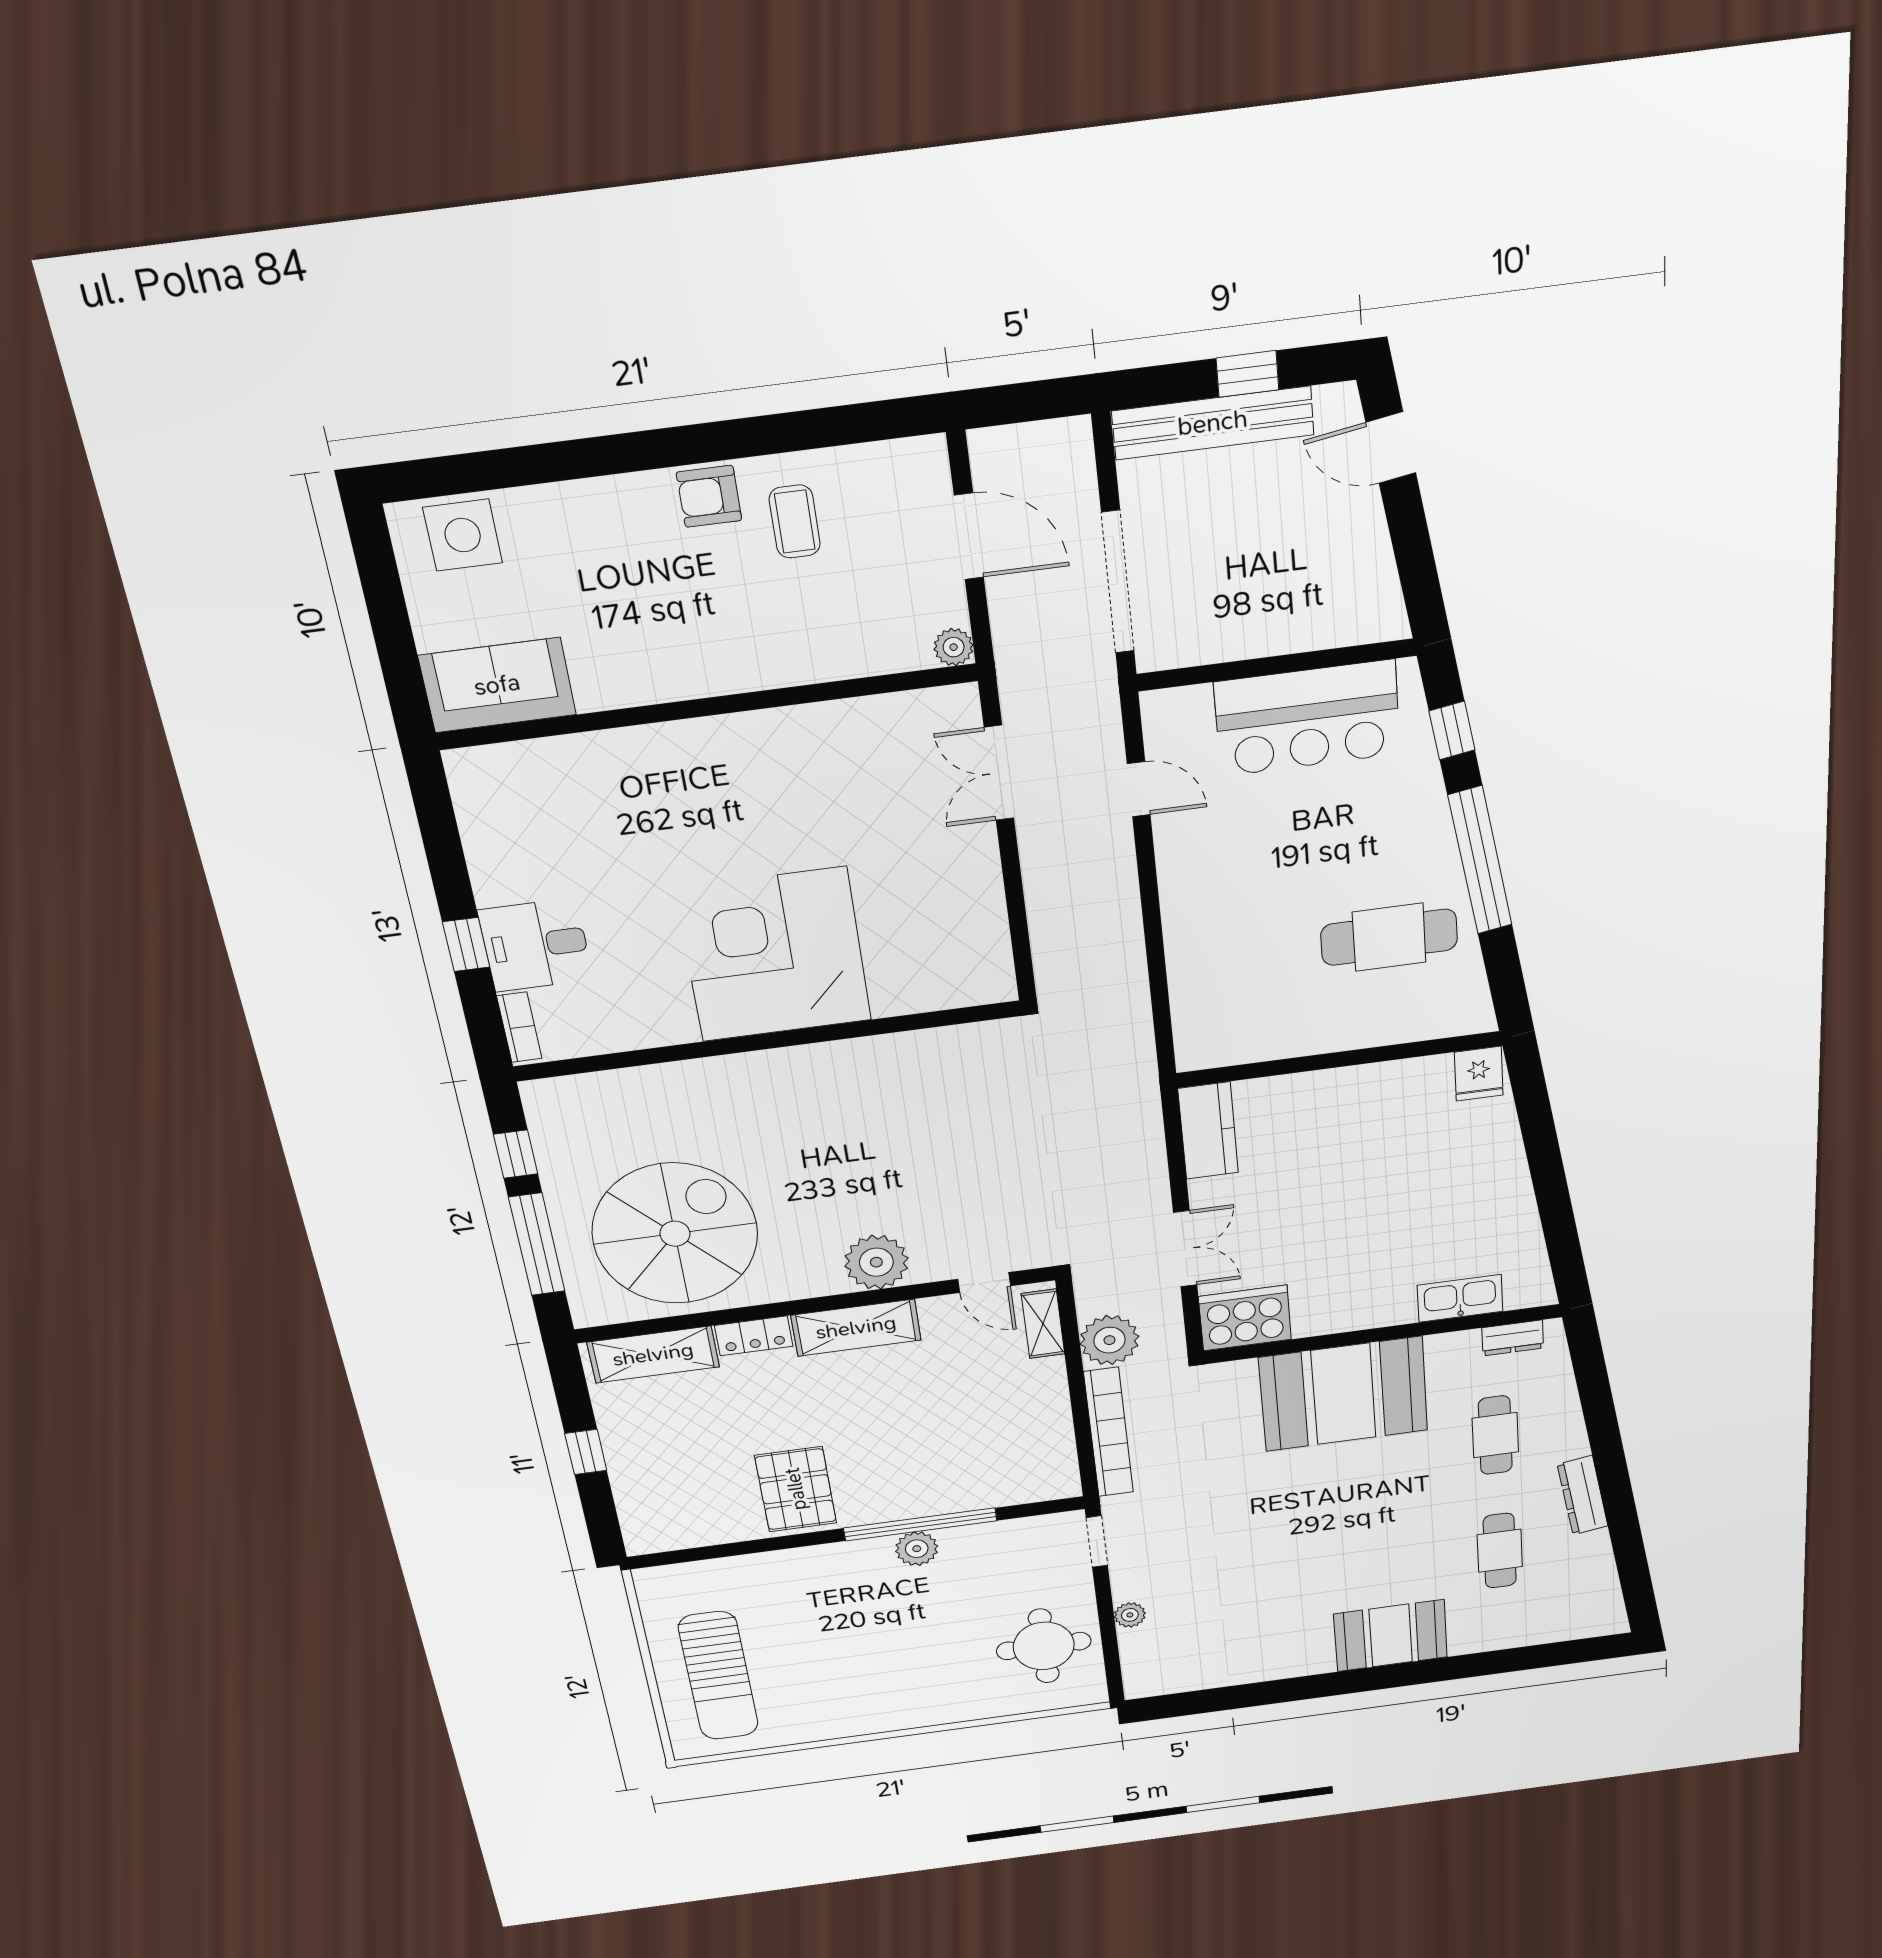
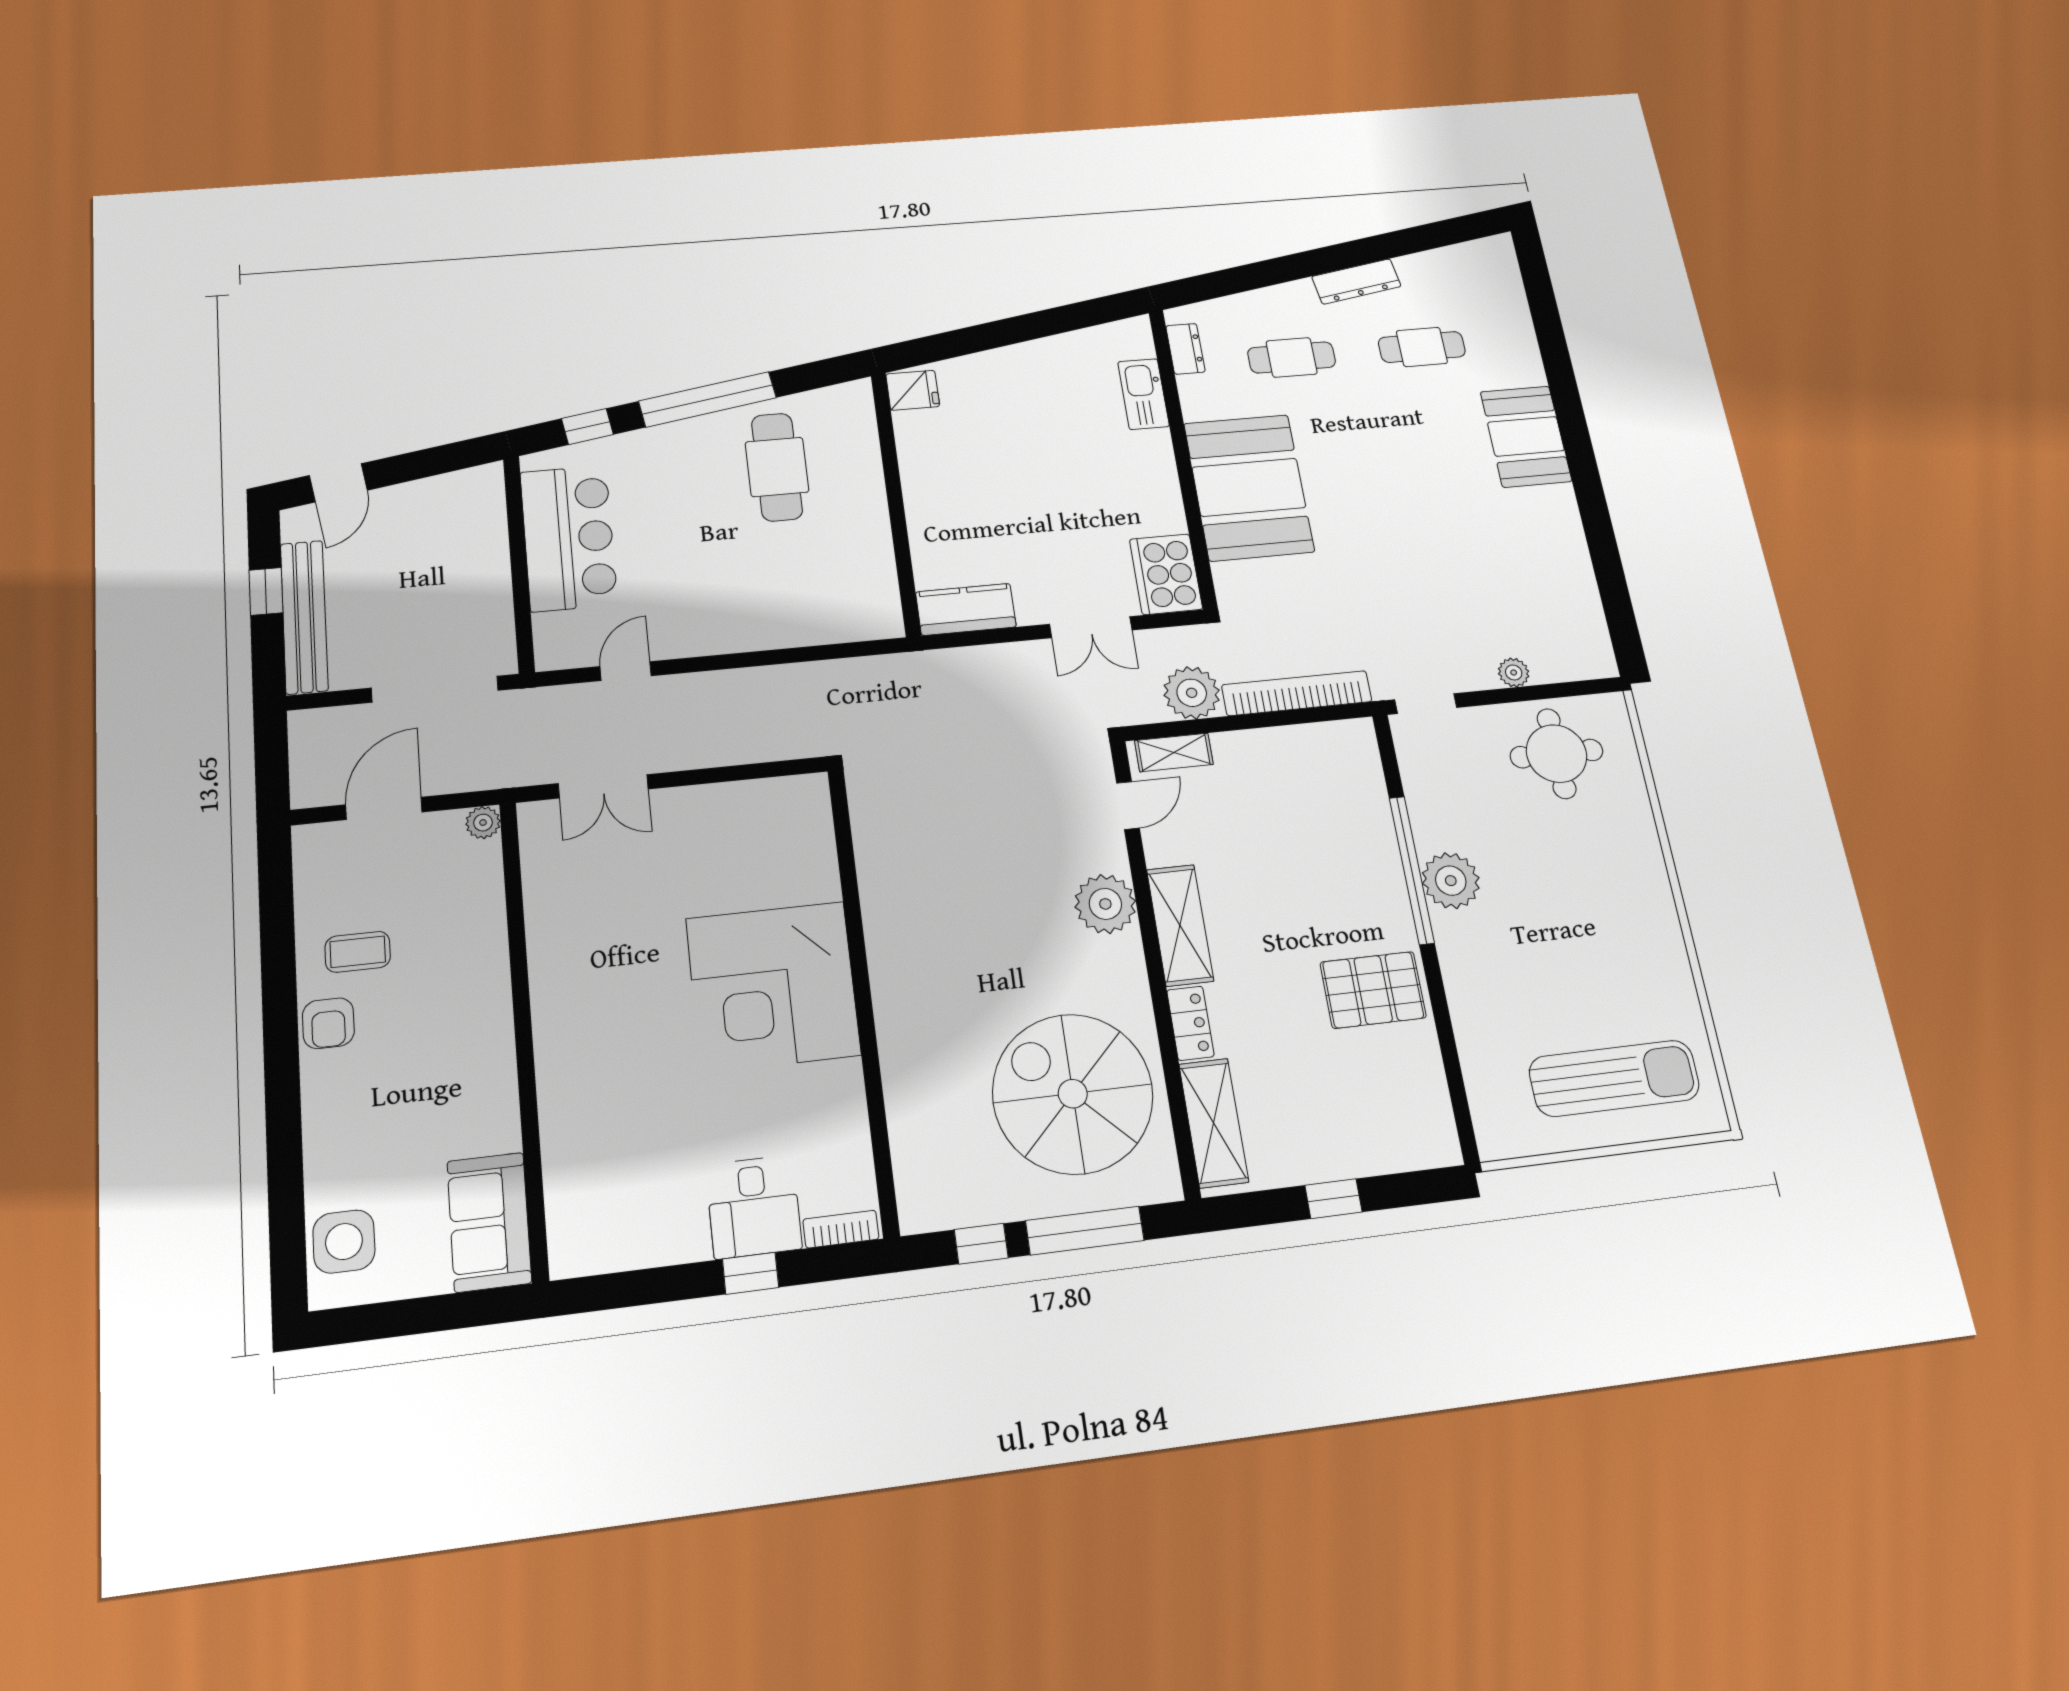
double door: (1185, 1249) -> (1091, 627), swing flipped
plant: (917, 1549) -> (1451, 881), width x1.36, depth x1.36

